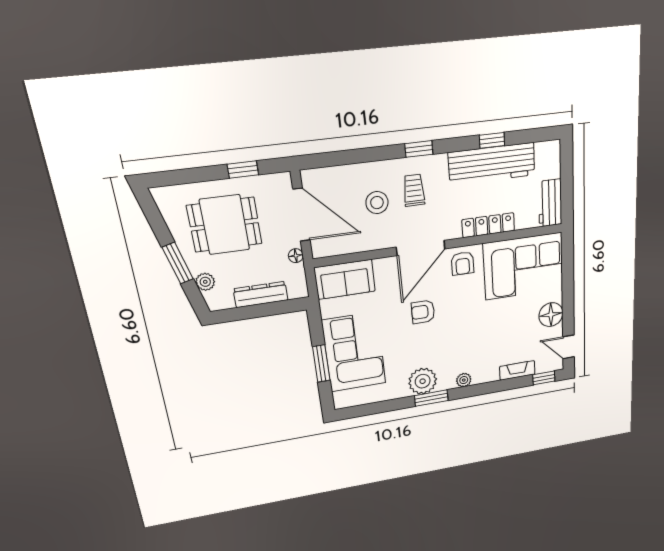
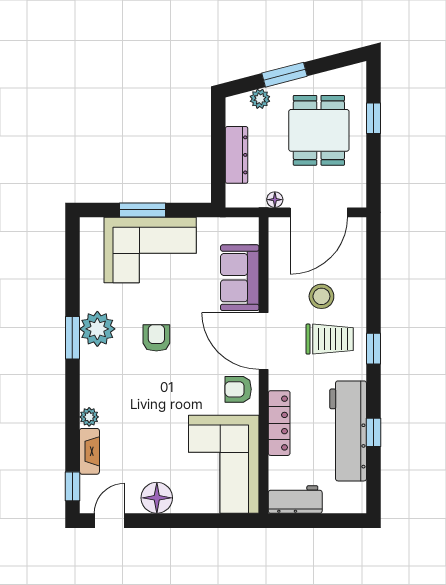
window: (243, 170) -> (374, 118), moved
trolley: (414, 190) -> (330, 339), width x1.36, depth x1.39
sofa: (345, 279) -> (240, 278), moved
armchair: (423, 312) -> (156, 338), moved
plant: (464, 380) -> (89, 417), moved

